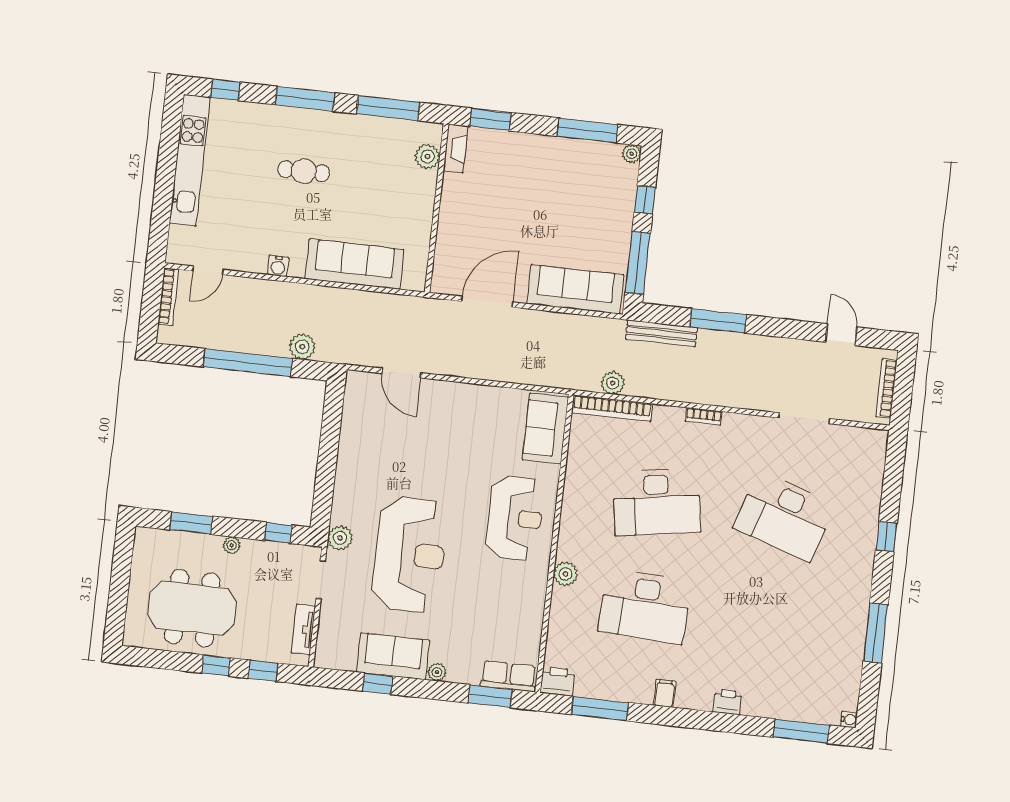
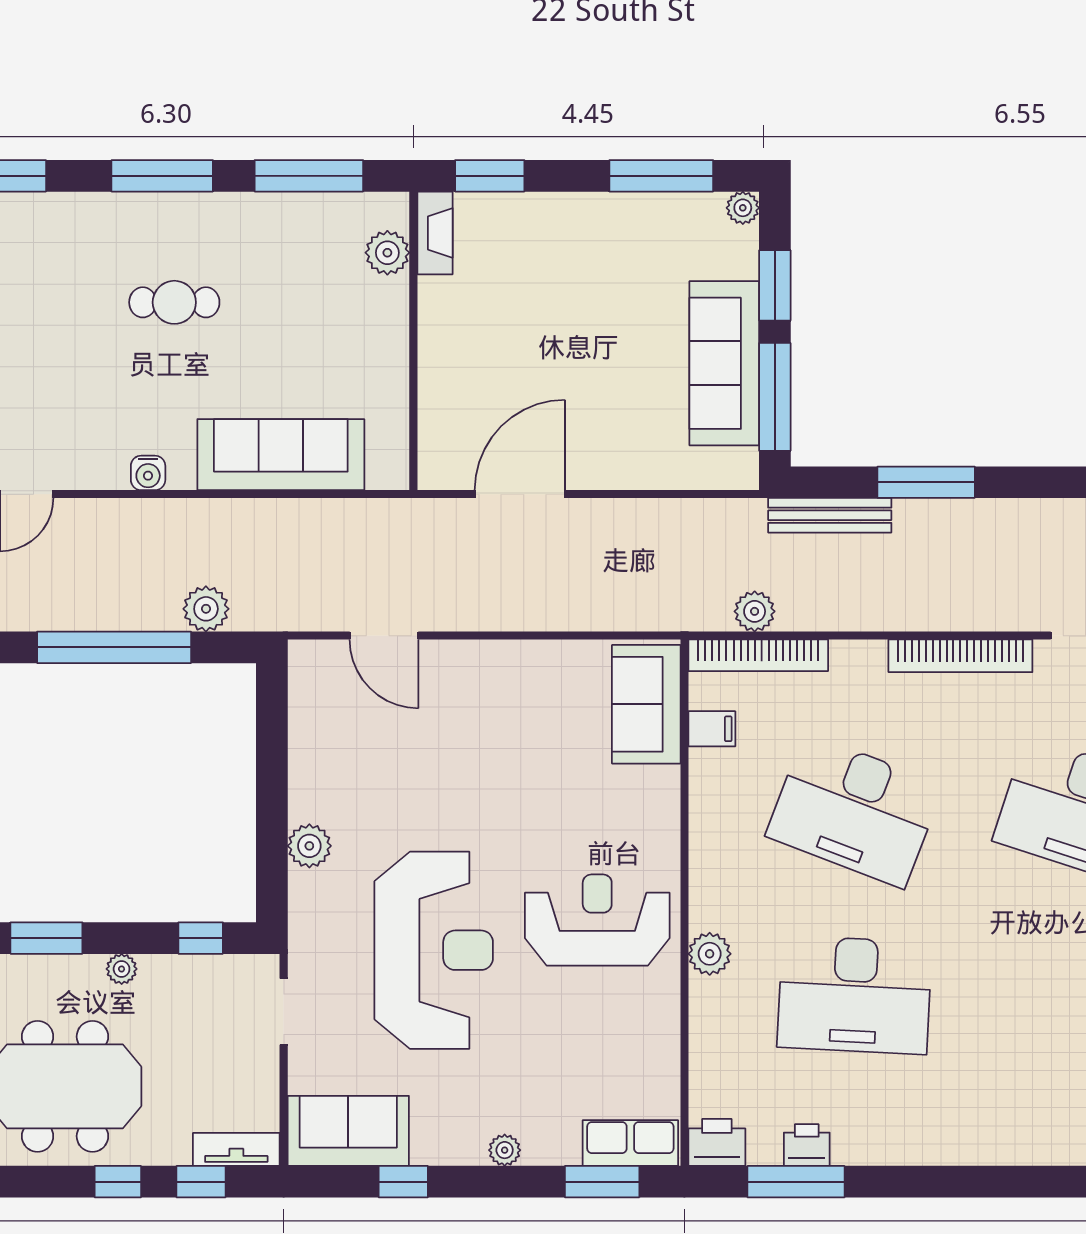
window: (645, 200) -> (775, 285), width x1.50
sofa: (575, 289) -> (724, 363), moved, turned -90
bookcase: (704, 416) -> (960, 656), width x2.31, depth x1.31
desk: (657, 502) -> (855, 811), turned 30
reception desk: (515, 518) -> (597, 920), moved, turned -90
plant: (340, 538) -> (309, 846), moved
tv unit: (303, 629) -> (236, 1149), moved, turned 90
sofa: (393, 656) -> (348, 1131), moved
filing cabinet: (665, 693) -> (712, 729), moved, turned 90
printer: (727, 702) -> (807, 1145), moved

